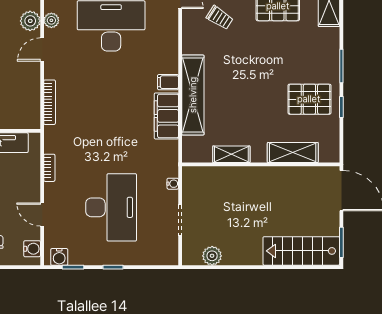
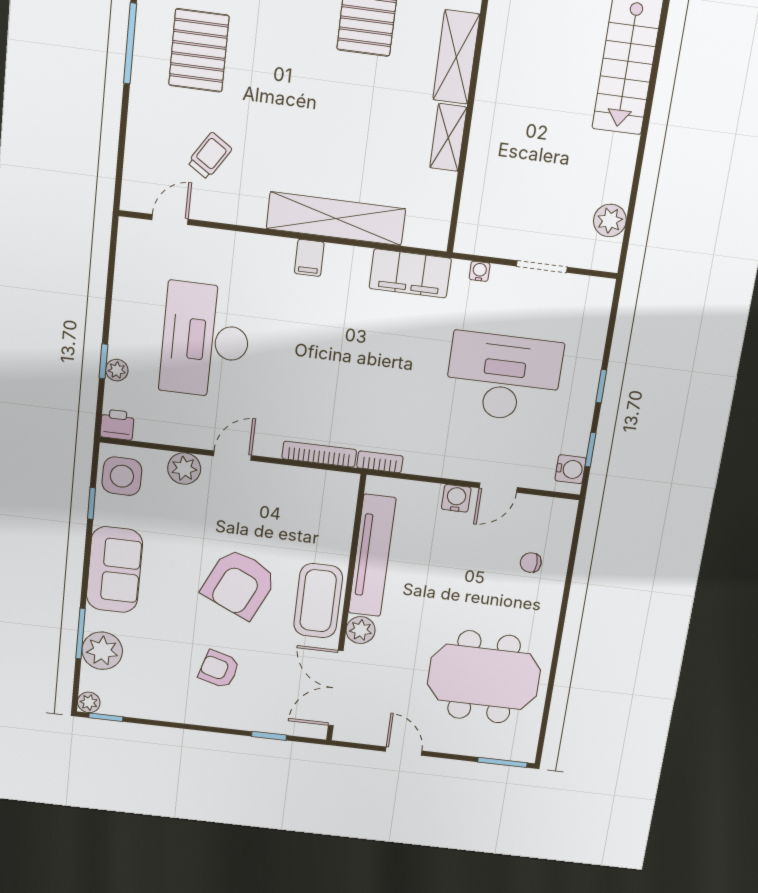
plant: (51, 20) -> (187, 435), removed
door: (42, 49) -> (233, 456), swing flipped
filing cabinet: (166, 116) -> (410, 273), moved
shelving: (231, 154) -> (448, 137), moved
bookcase: (49, 168) -> (380, 462), moved
water cooler: (32, 249) -> (456, 498), moved

